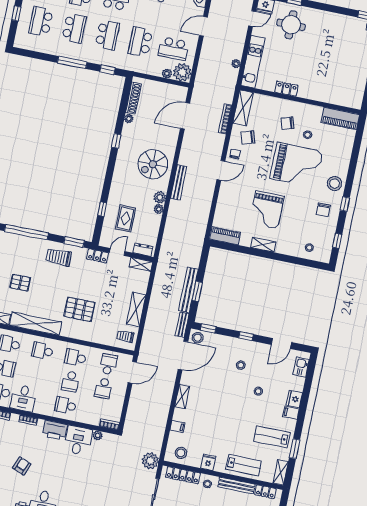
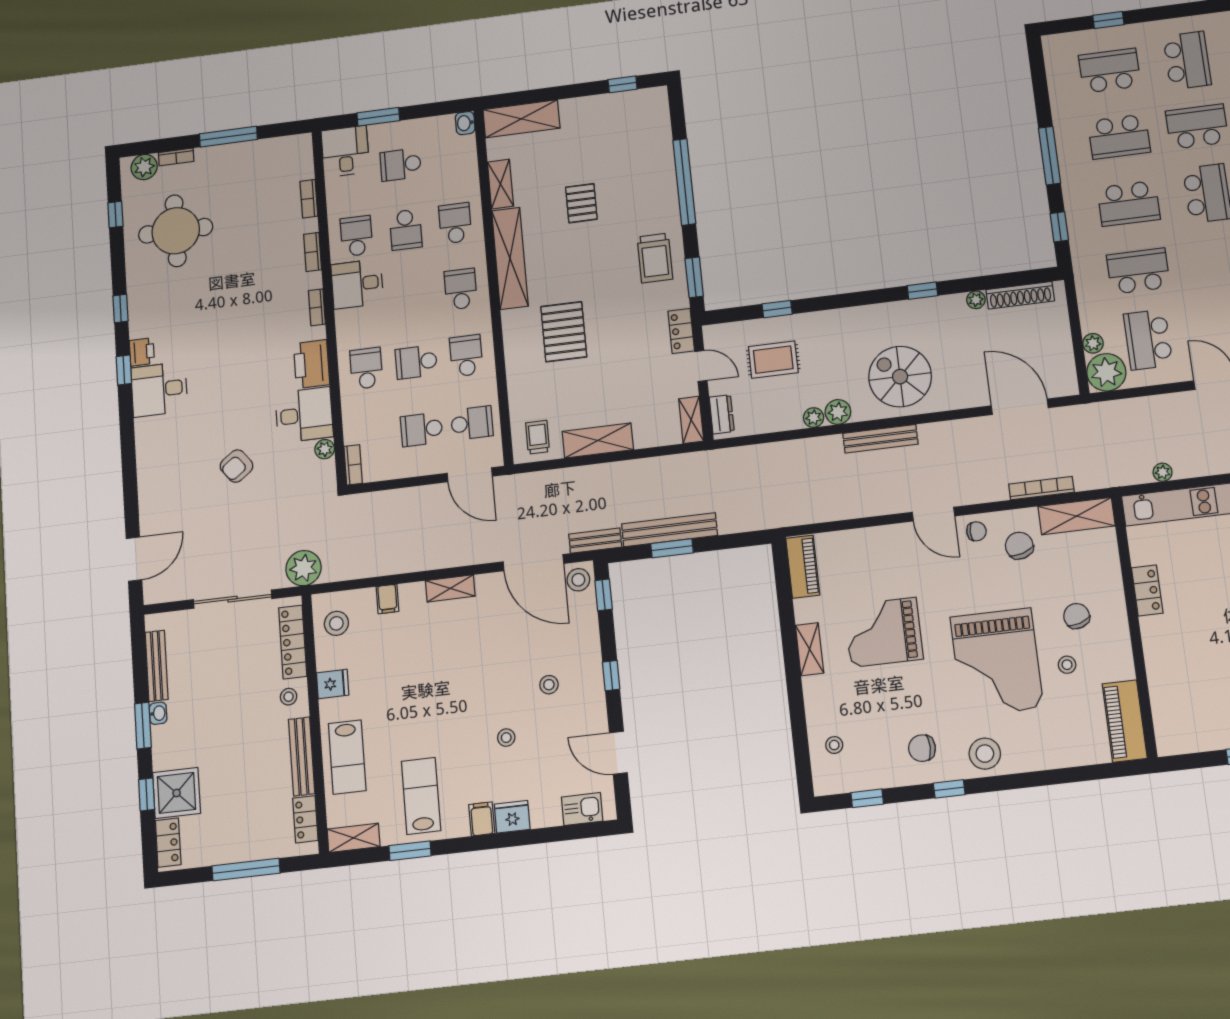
trolley: (59, 257) -> (655, 258), turned 180
armchair: (22, 466) -> (236, 466), moved, turned 121

